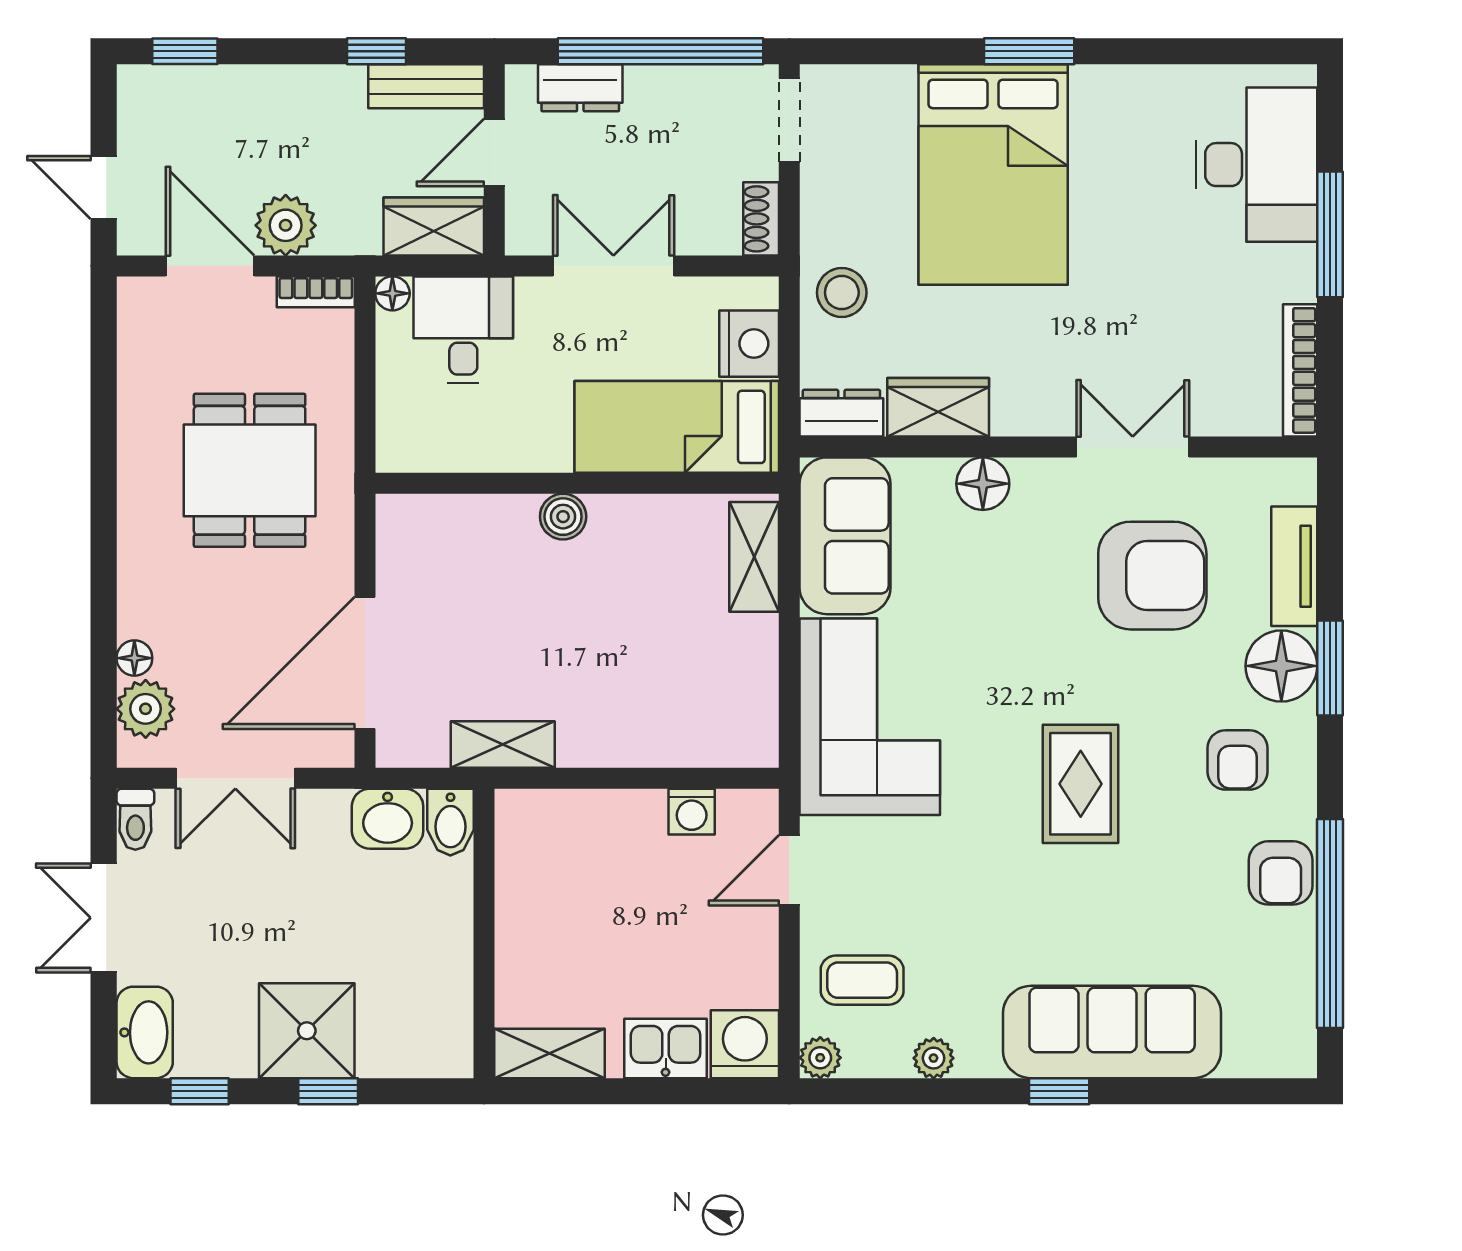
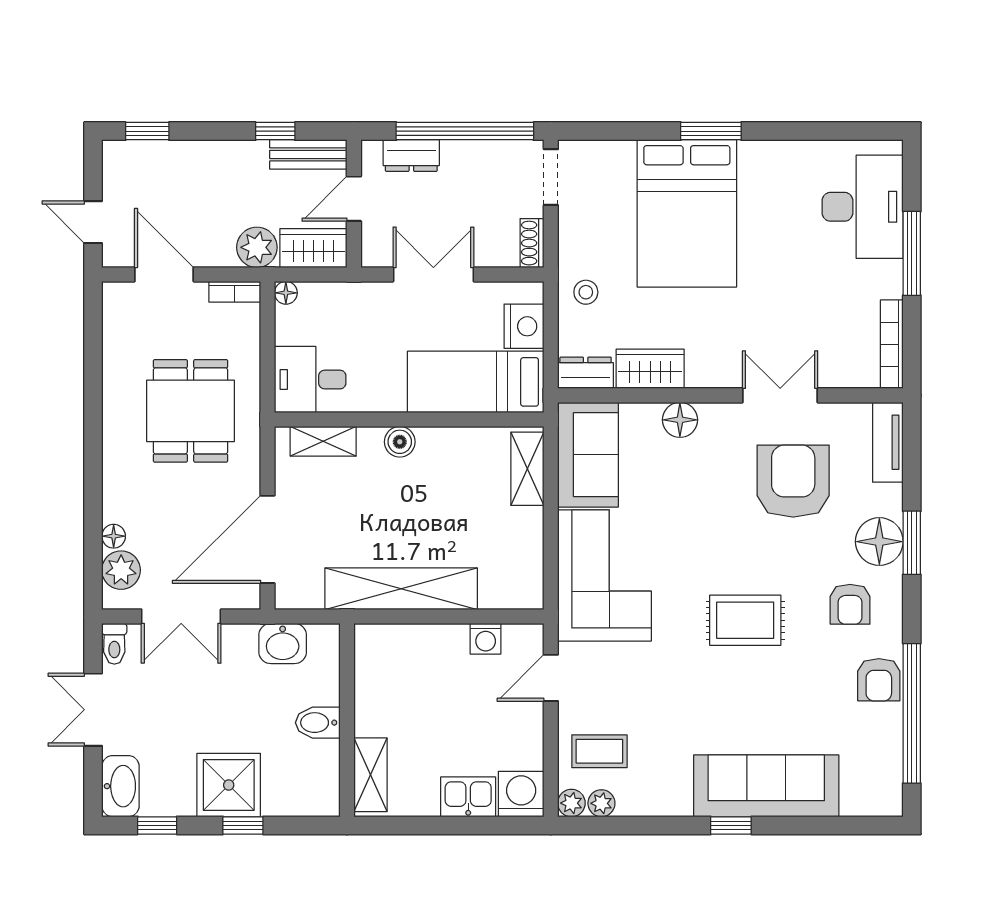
plant: (286, 225) -> (257, 247), moved
stool: (842, 293) -> (586, 292), width x0.73, depth x0.73
desk: (463, 330) -> (310, 380), moved, turned -90
shelving: (448, 516) -> (323, 441), added
tv unit: (1294, 566) -> (888, 442), moved
armchair: (1152, 576) -> (793, 481), turned -90
shelving: (503, 744) -> (401, 589), width x2.20, depth x1.33
rug: (1081, 784) -> (745, 620), turned 90
bidet: (450, 822) -> (318, 723), moved, turned 90
shelving: (549, 1053) -> (370, 775), moved, turned 90
plant: (934, 1058) -> (601, 803), moved

